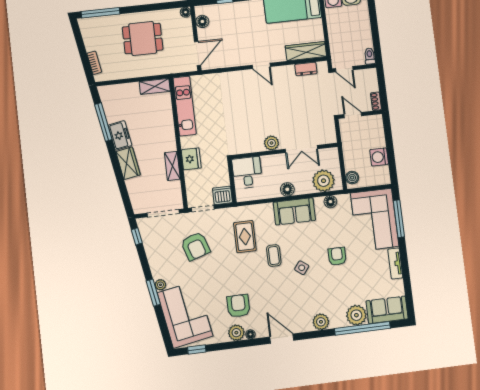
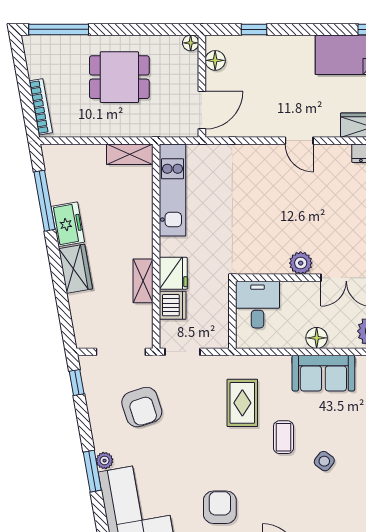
bookcase: (94, 63) -> (41, 107), width x1.56
dishwasher: (222, 195) -> (173, 305), moved, turned 90
armchair: (195, 246) -> (142, 407), moved

